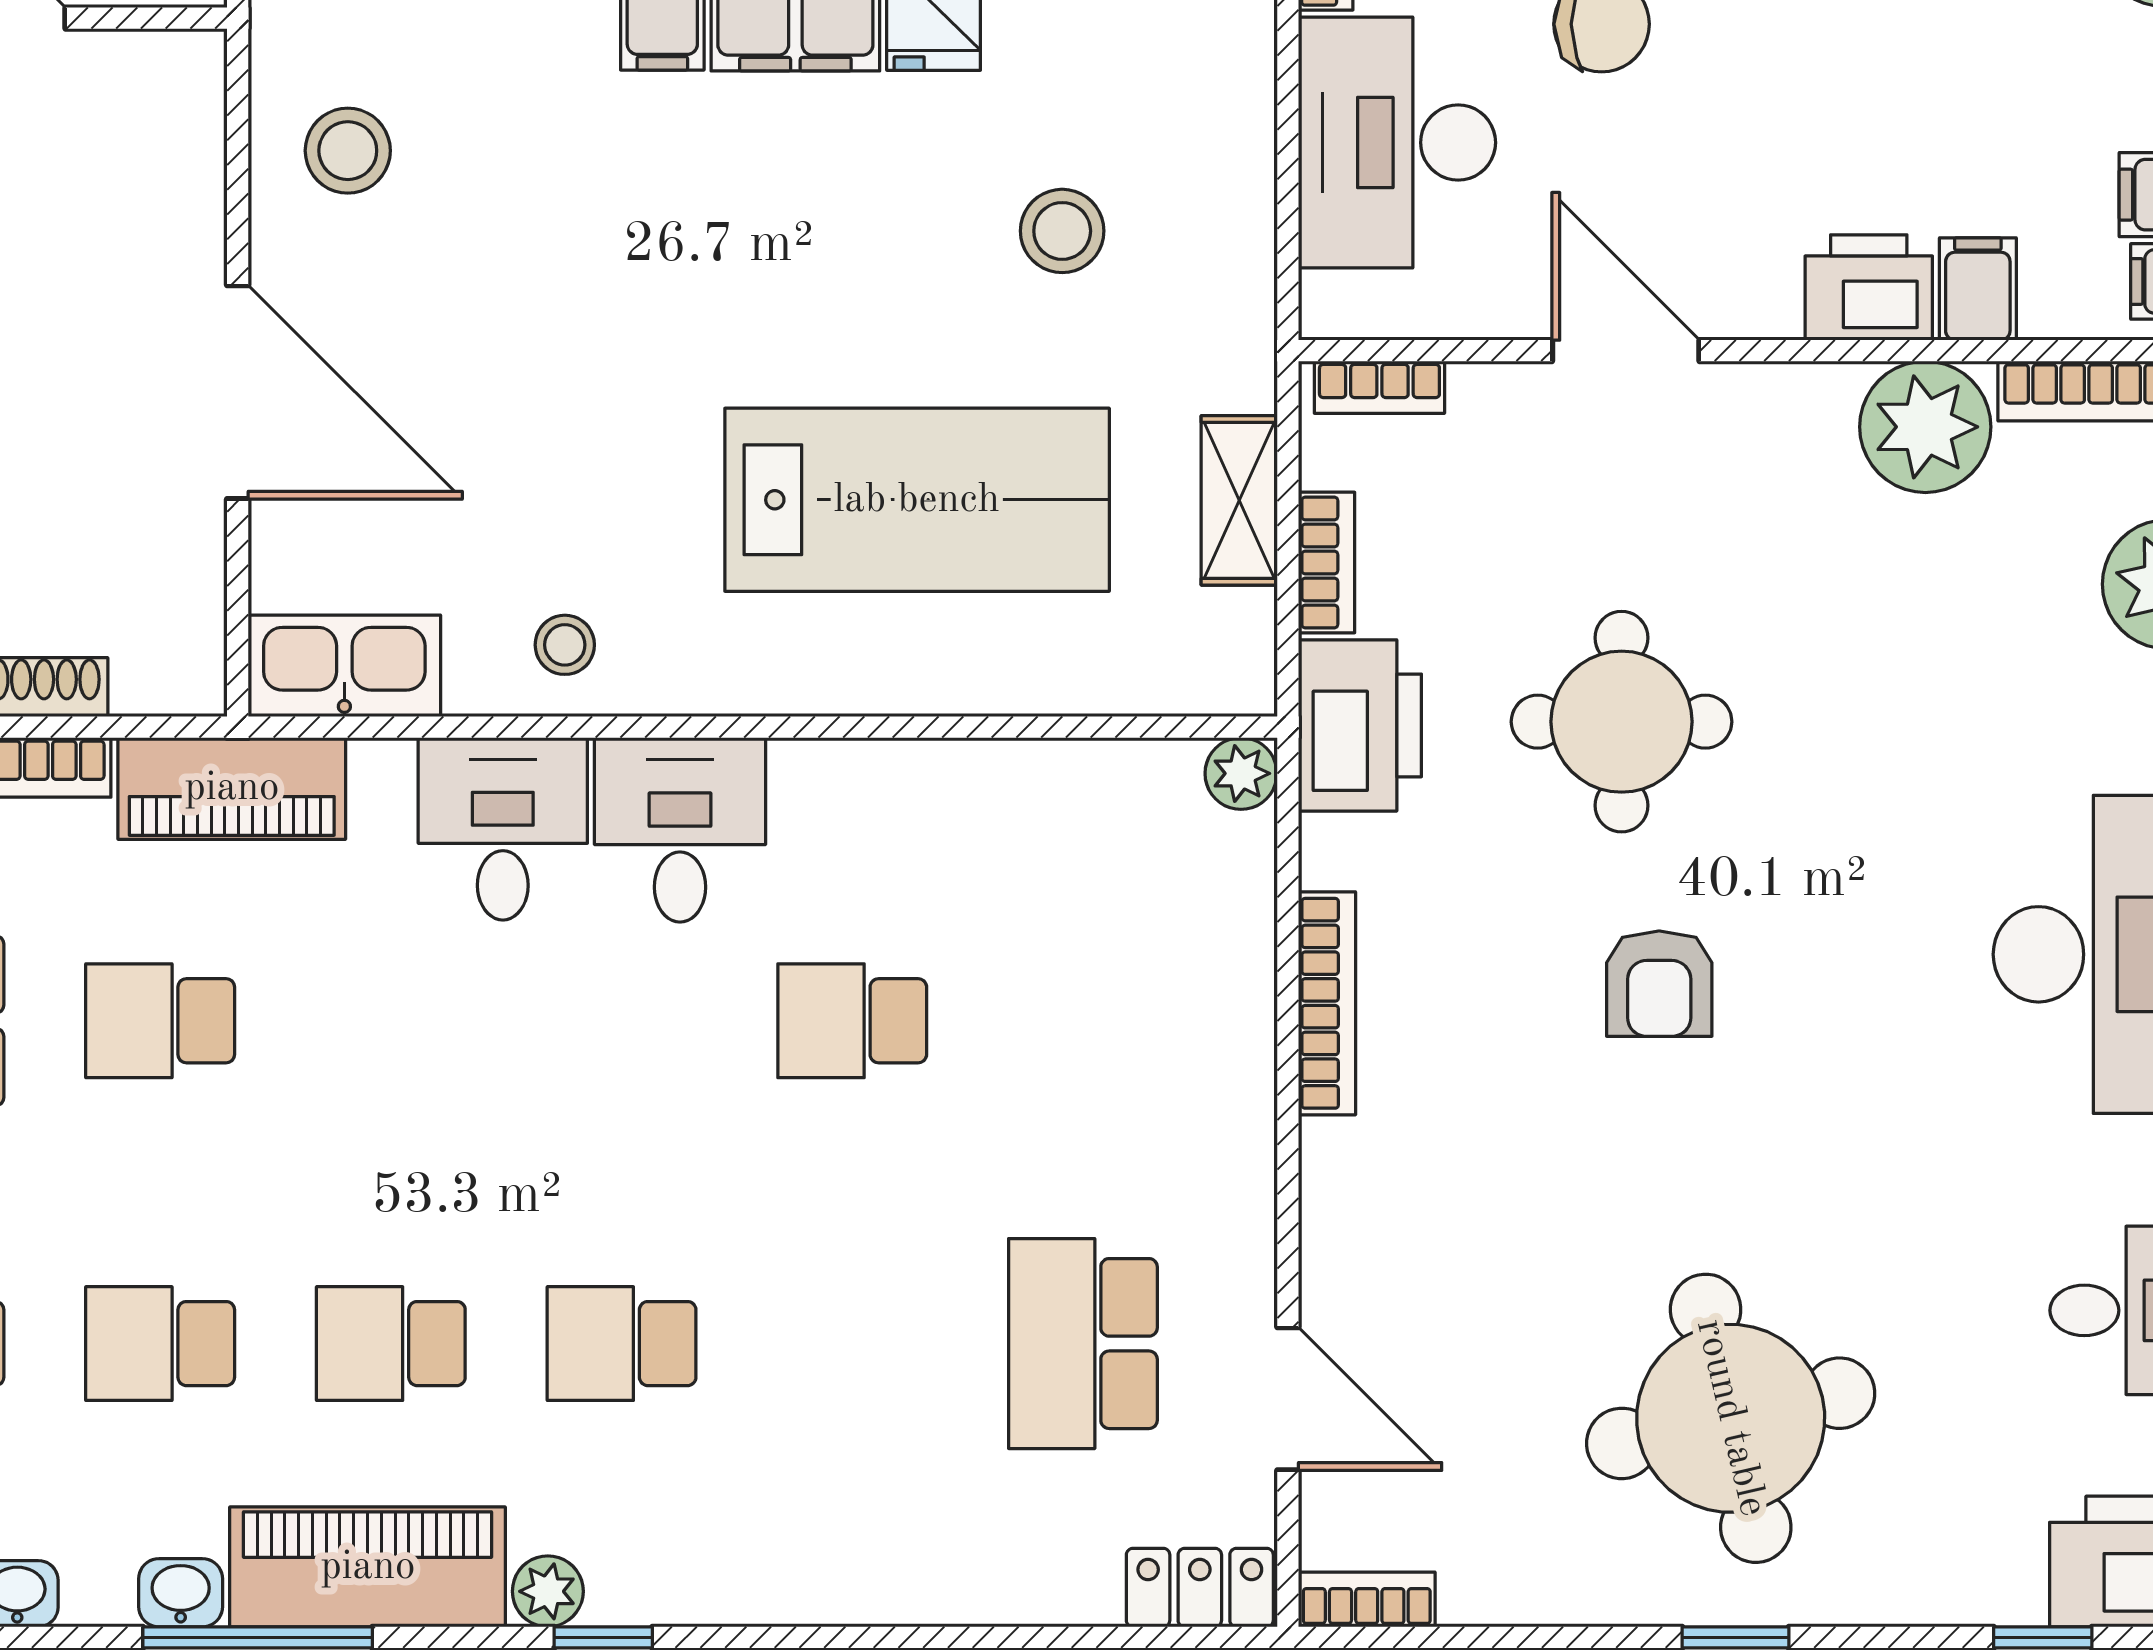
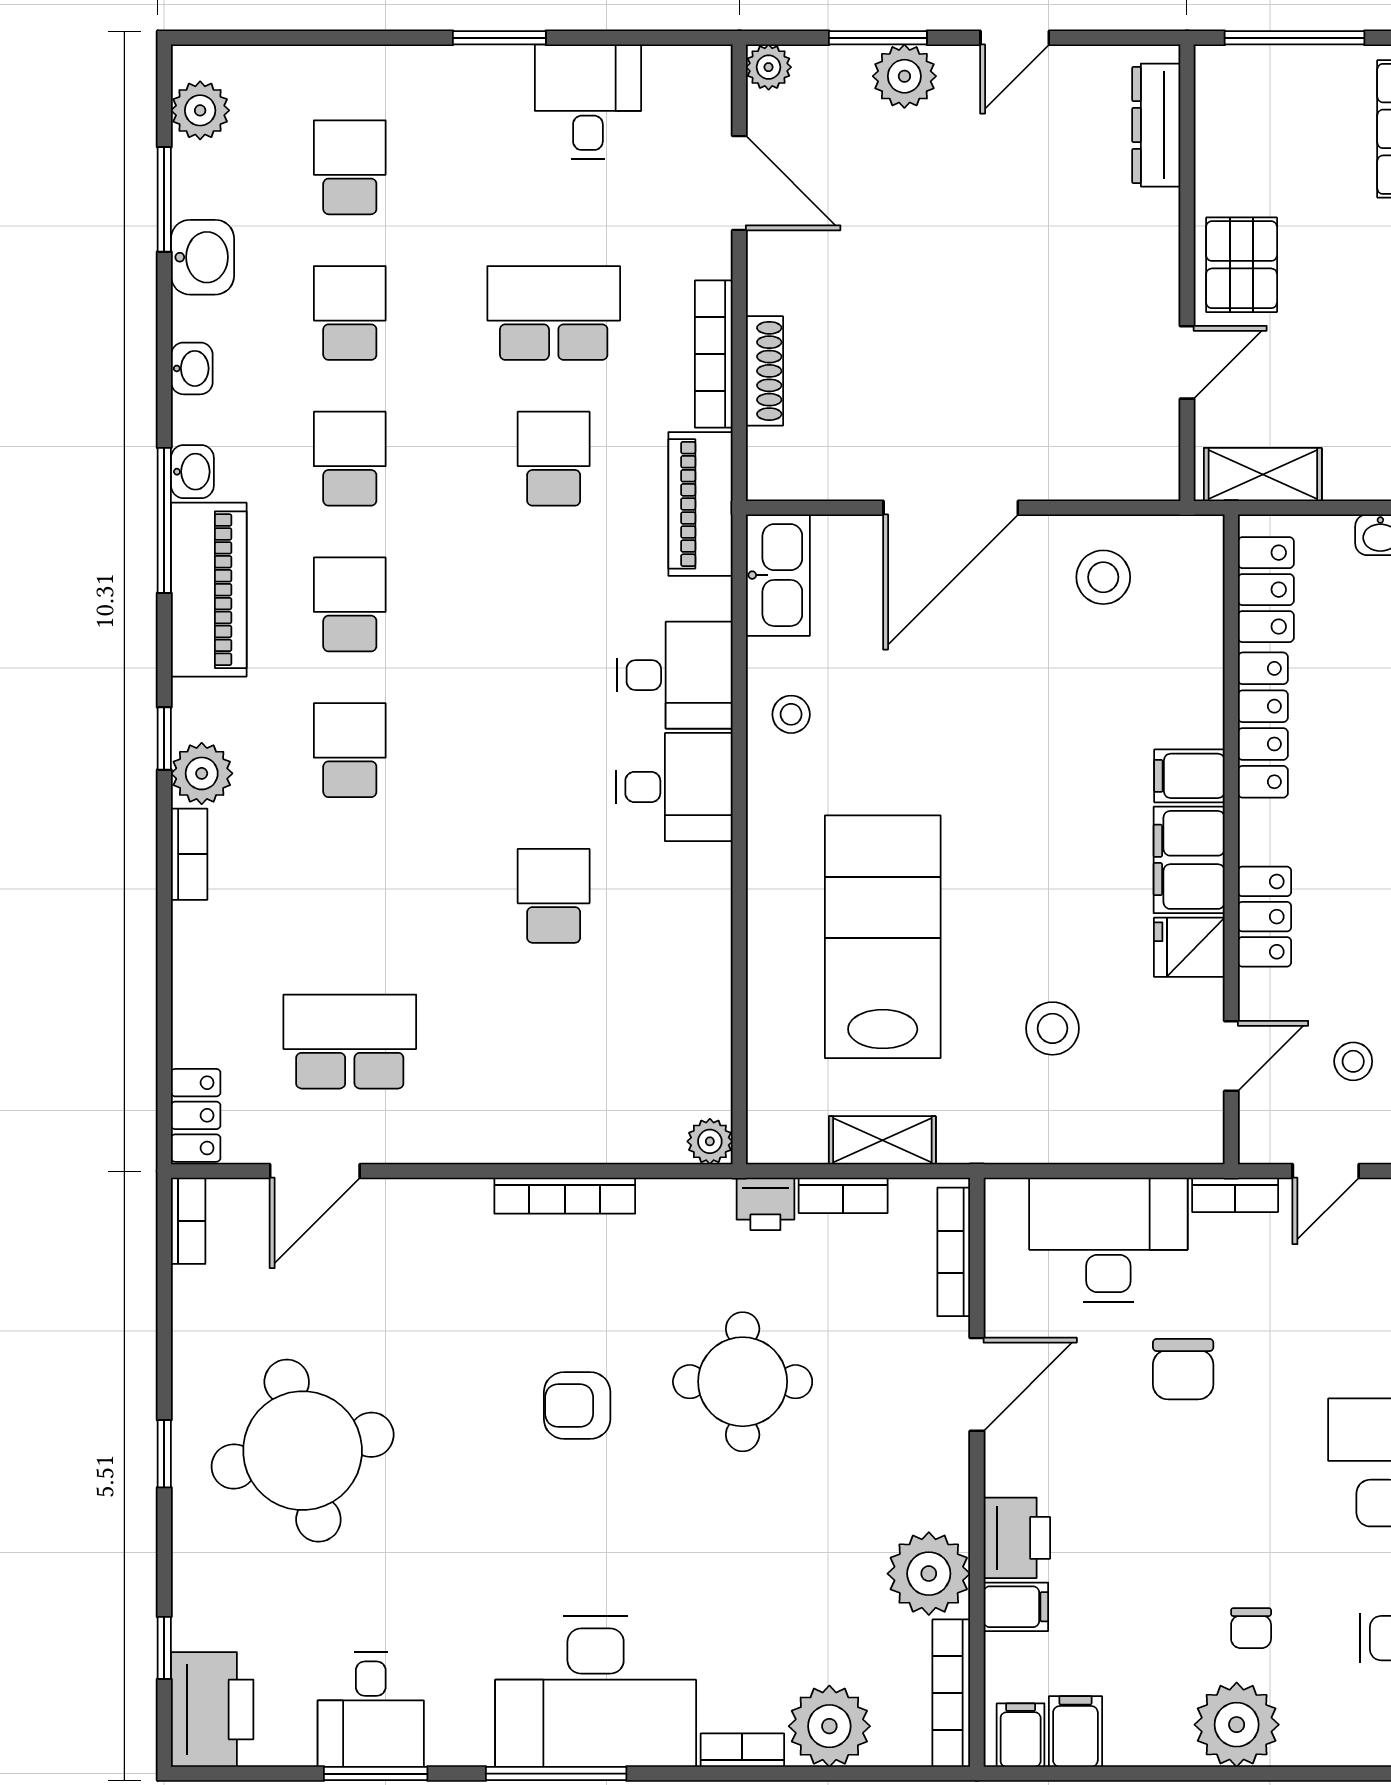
bookcase: (1379, 387) -> (954, 1252), width x1.56
lab bench: (917, 500) -> (883, 937), turned 180
printer: (1360, 725) -> (765, 1204), width x0.53, depth x0.68
plant: (548, 1591) -> (202, 773), moved, width x1.38, depth x1.38
bookcase: (786, 1598) -> (189, 854), added

